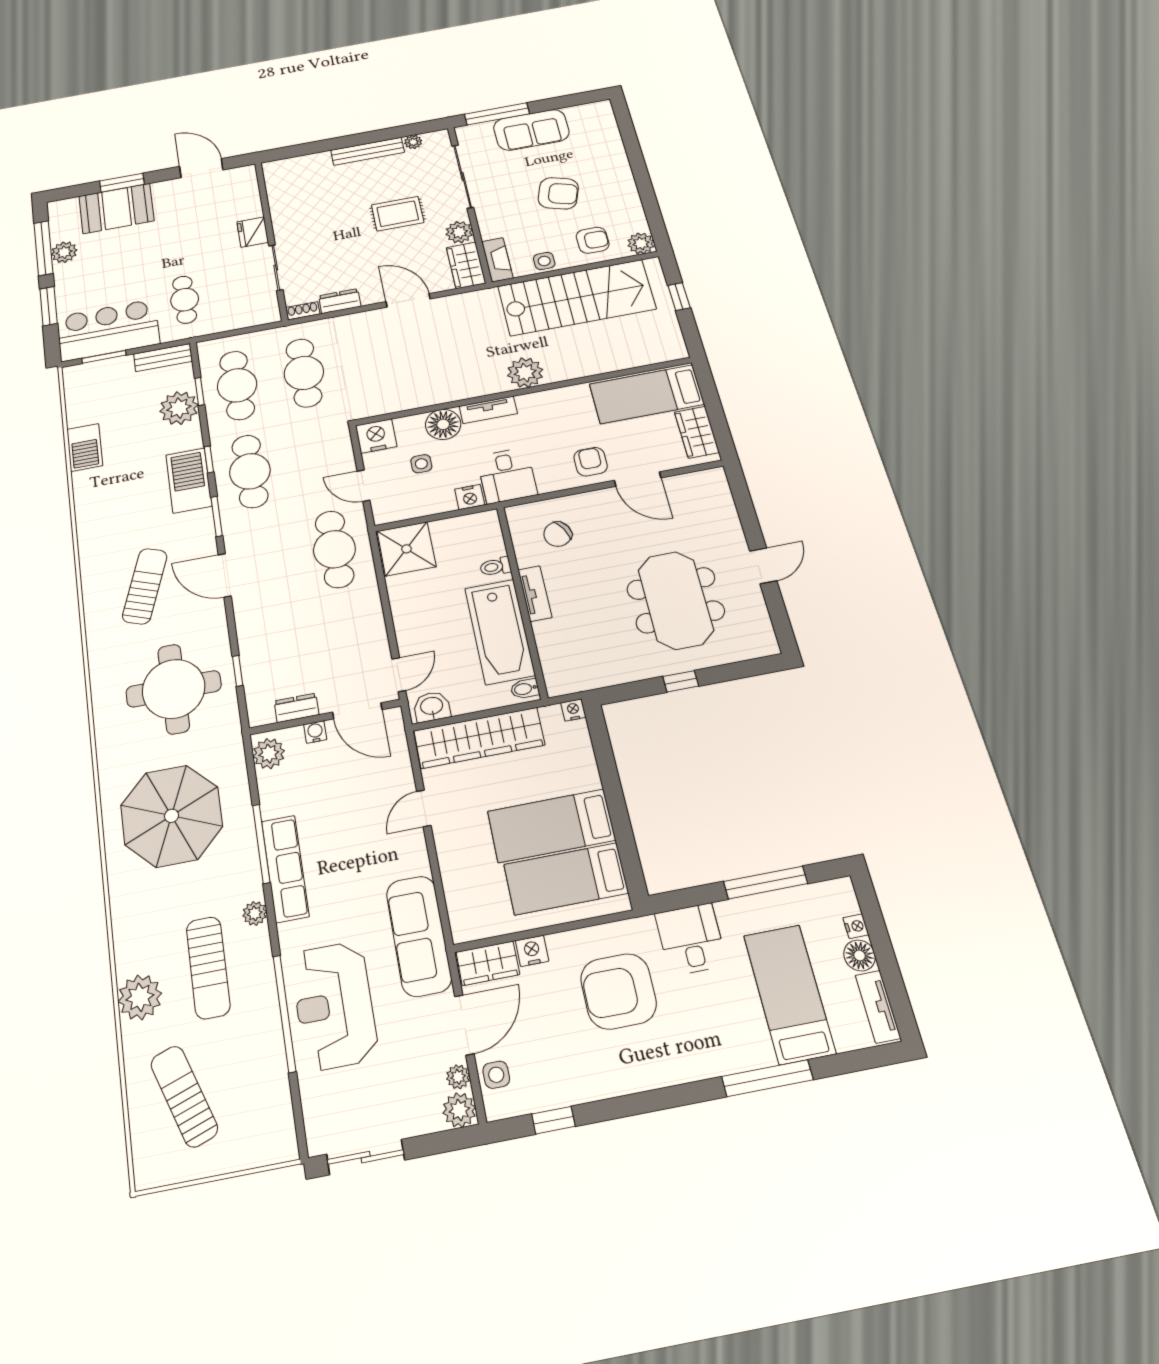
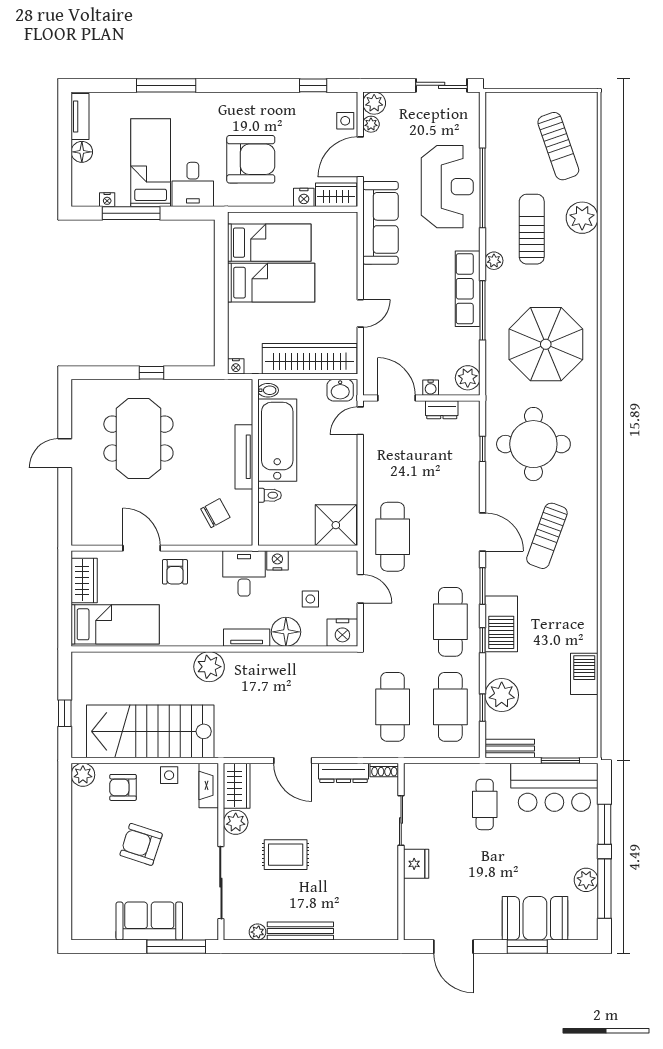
dresser: (340, 301) -> (344, 773), width x1.44
tv unit: (535, 594) -> (244, 457), width x1.41
nightstand: (856, 926) -> (107, 200), moved, turned -90
bed: (789, 994) -> (151, 163), moved, turned 180

